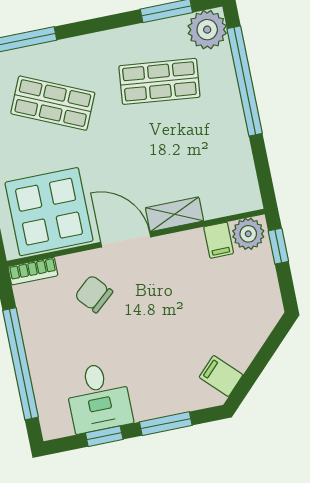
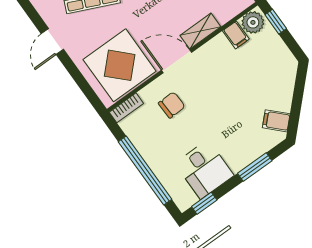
chair: (94, 294) -> (172, 105), turned 129
window: (104, 436) -> (204, 203), moved

